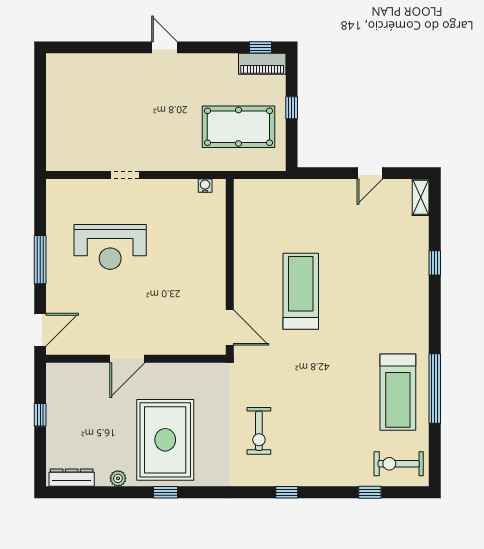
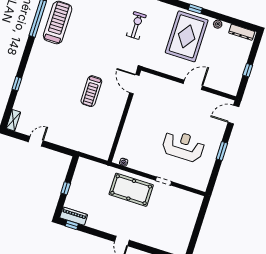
pool table: (238, 127) -> (131, 190), moved
window: (40, 260) -> (222, 151), width x0.69
treadmill: (301, 291) -> (91, 91), width x0.73, depth x0.73

